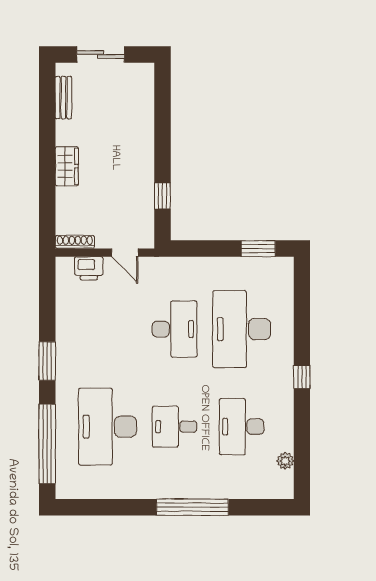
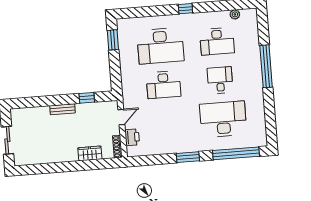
bench: (63, 98) -> (62, 109), moved
wardrobe: (67, 166) -> (90, 153), moved
desk: (175, 329) -> (163, 85), turned 180
desk: (108, 427) -> (223, 119), turned 180
desk: (175, 427) -> (220, 80), turned 180

